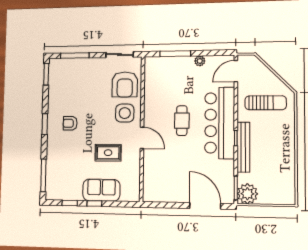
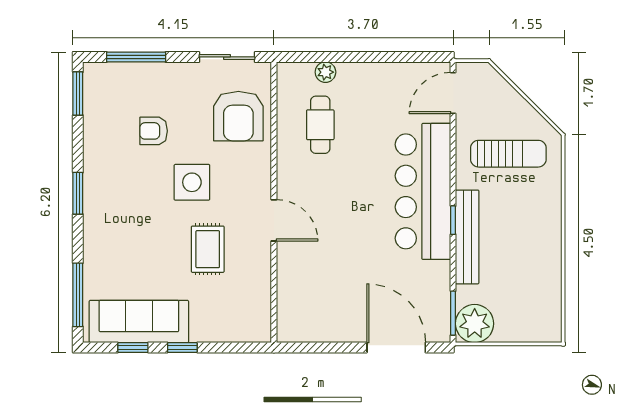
window: (175, 54) -> (337, 57), removed
plant: (200, 61) -> (325, 72), moved
side table: (125, 113) -> (192, 182), moved
cafe table: (182, 121) -> (320, 125), moved
armchair: (70, 123) -> (154, 131), moved
rug: (108, 153) -> (208, 249), turned 90
sofa: (101, 190) -> (139, 322), moved, width x1.36

